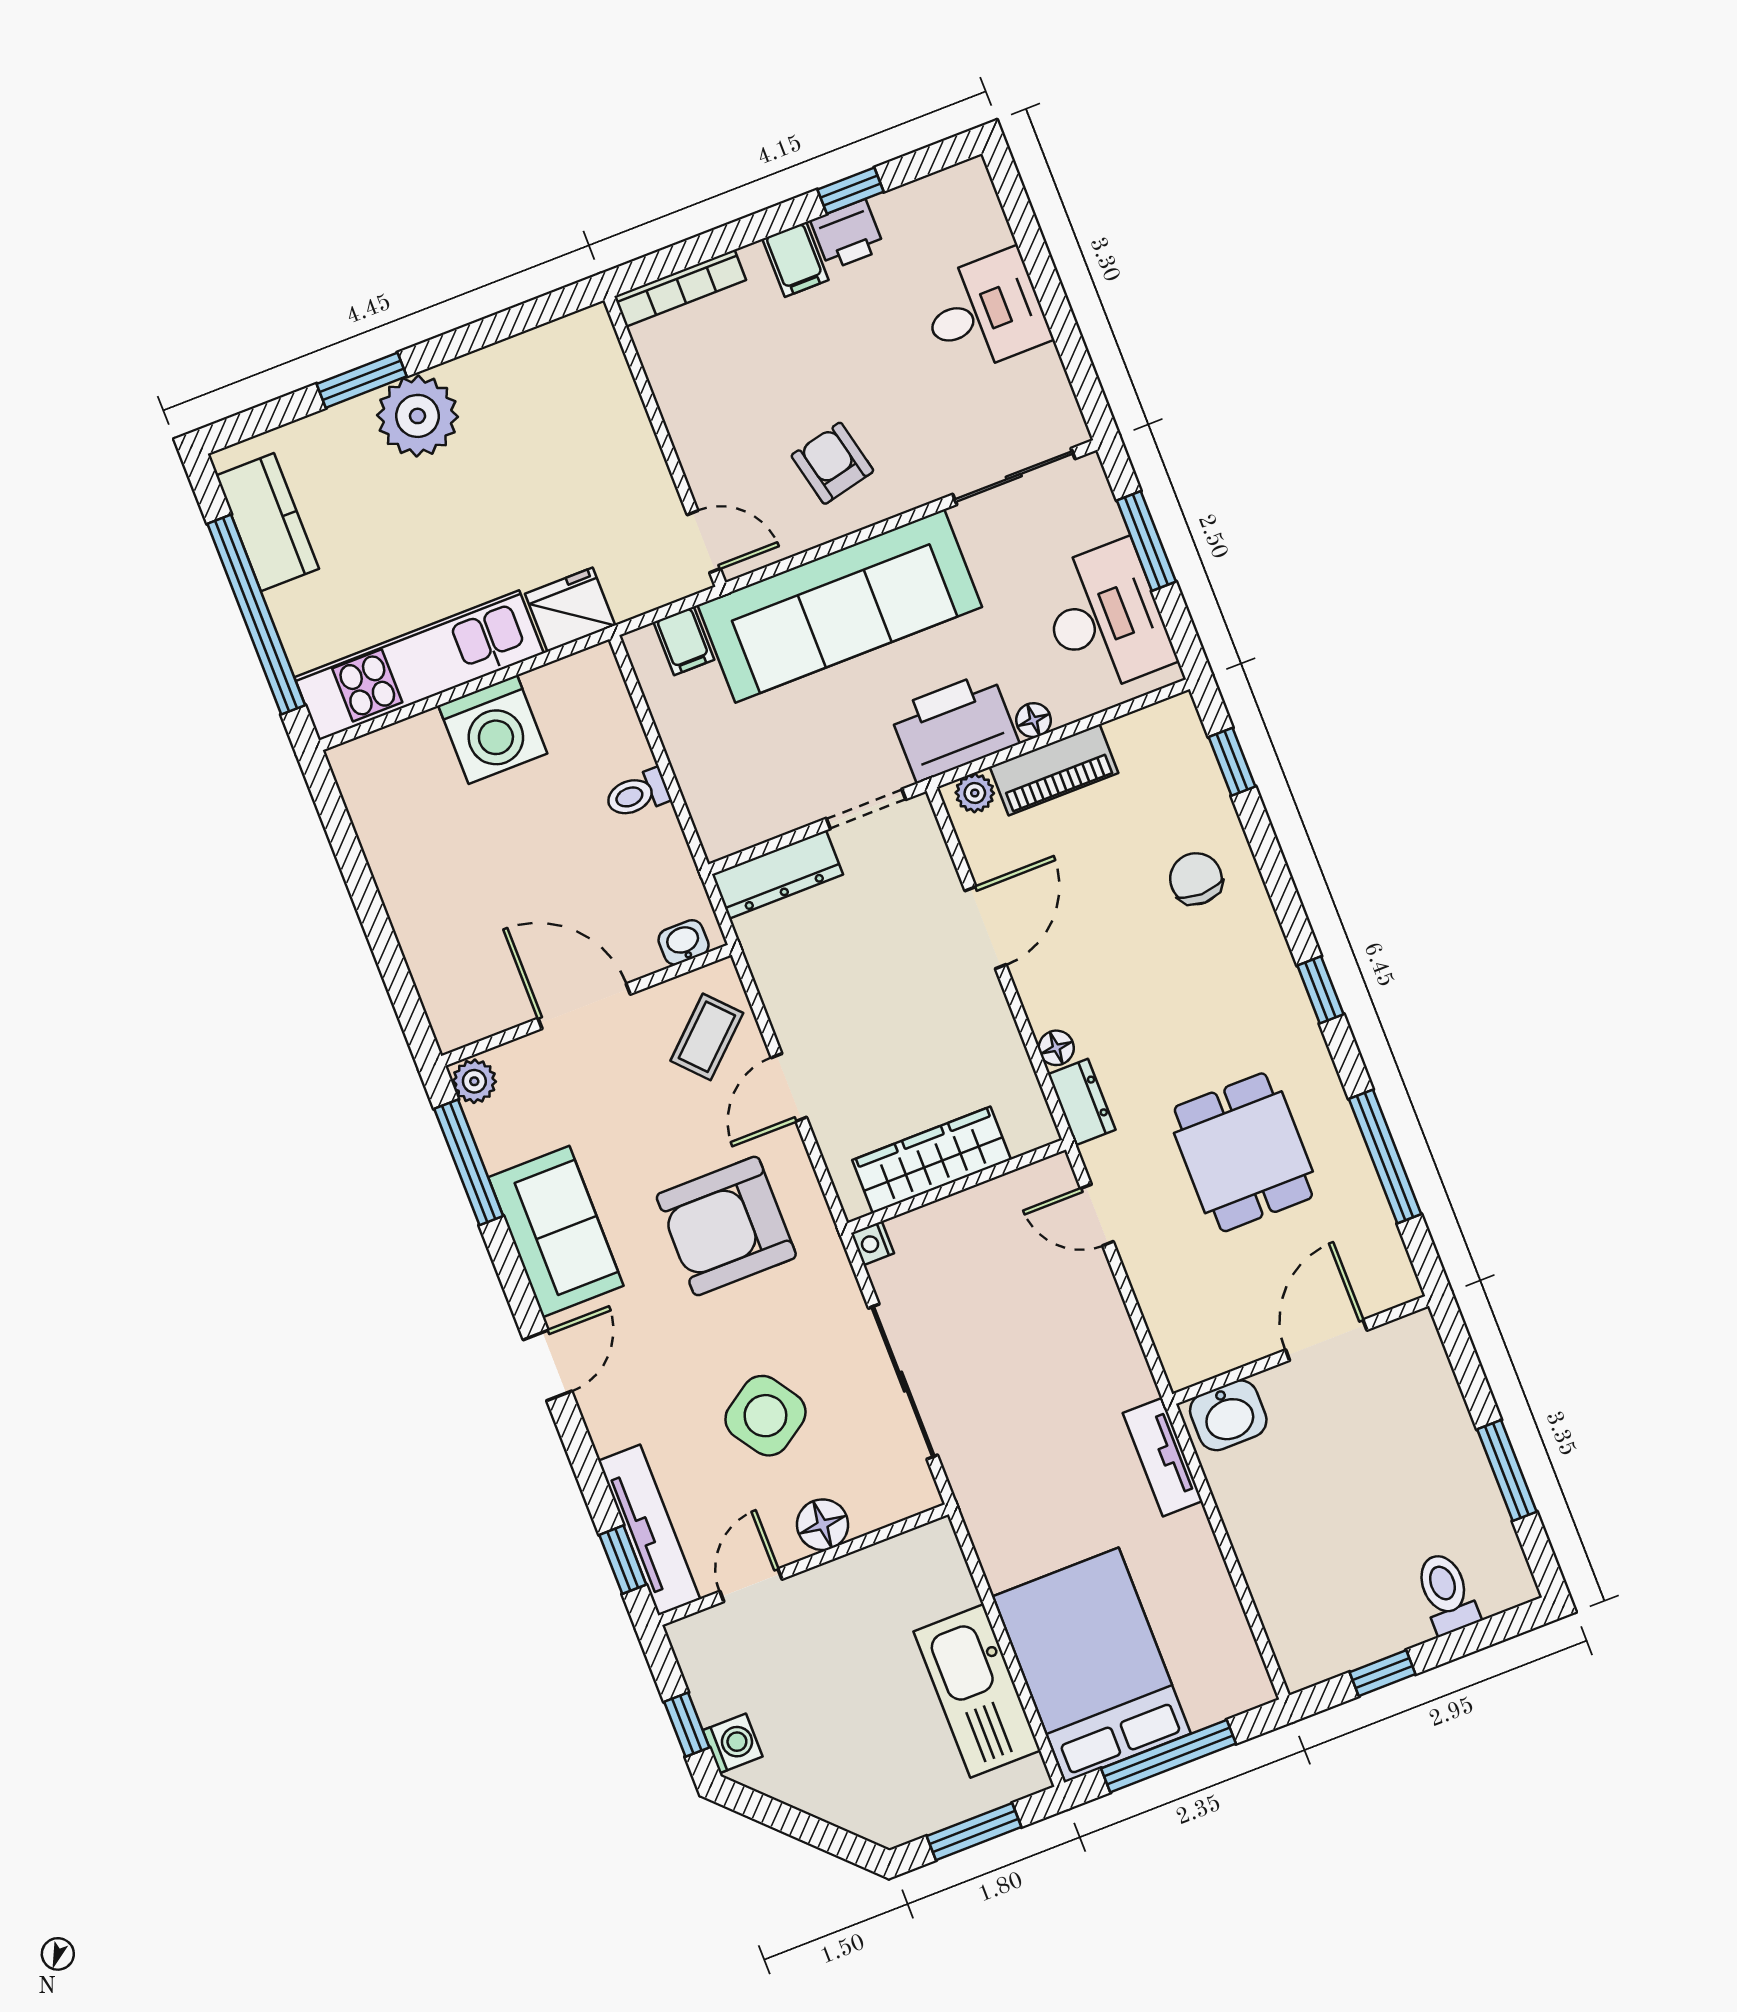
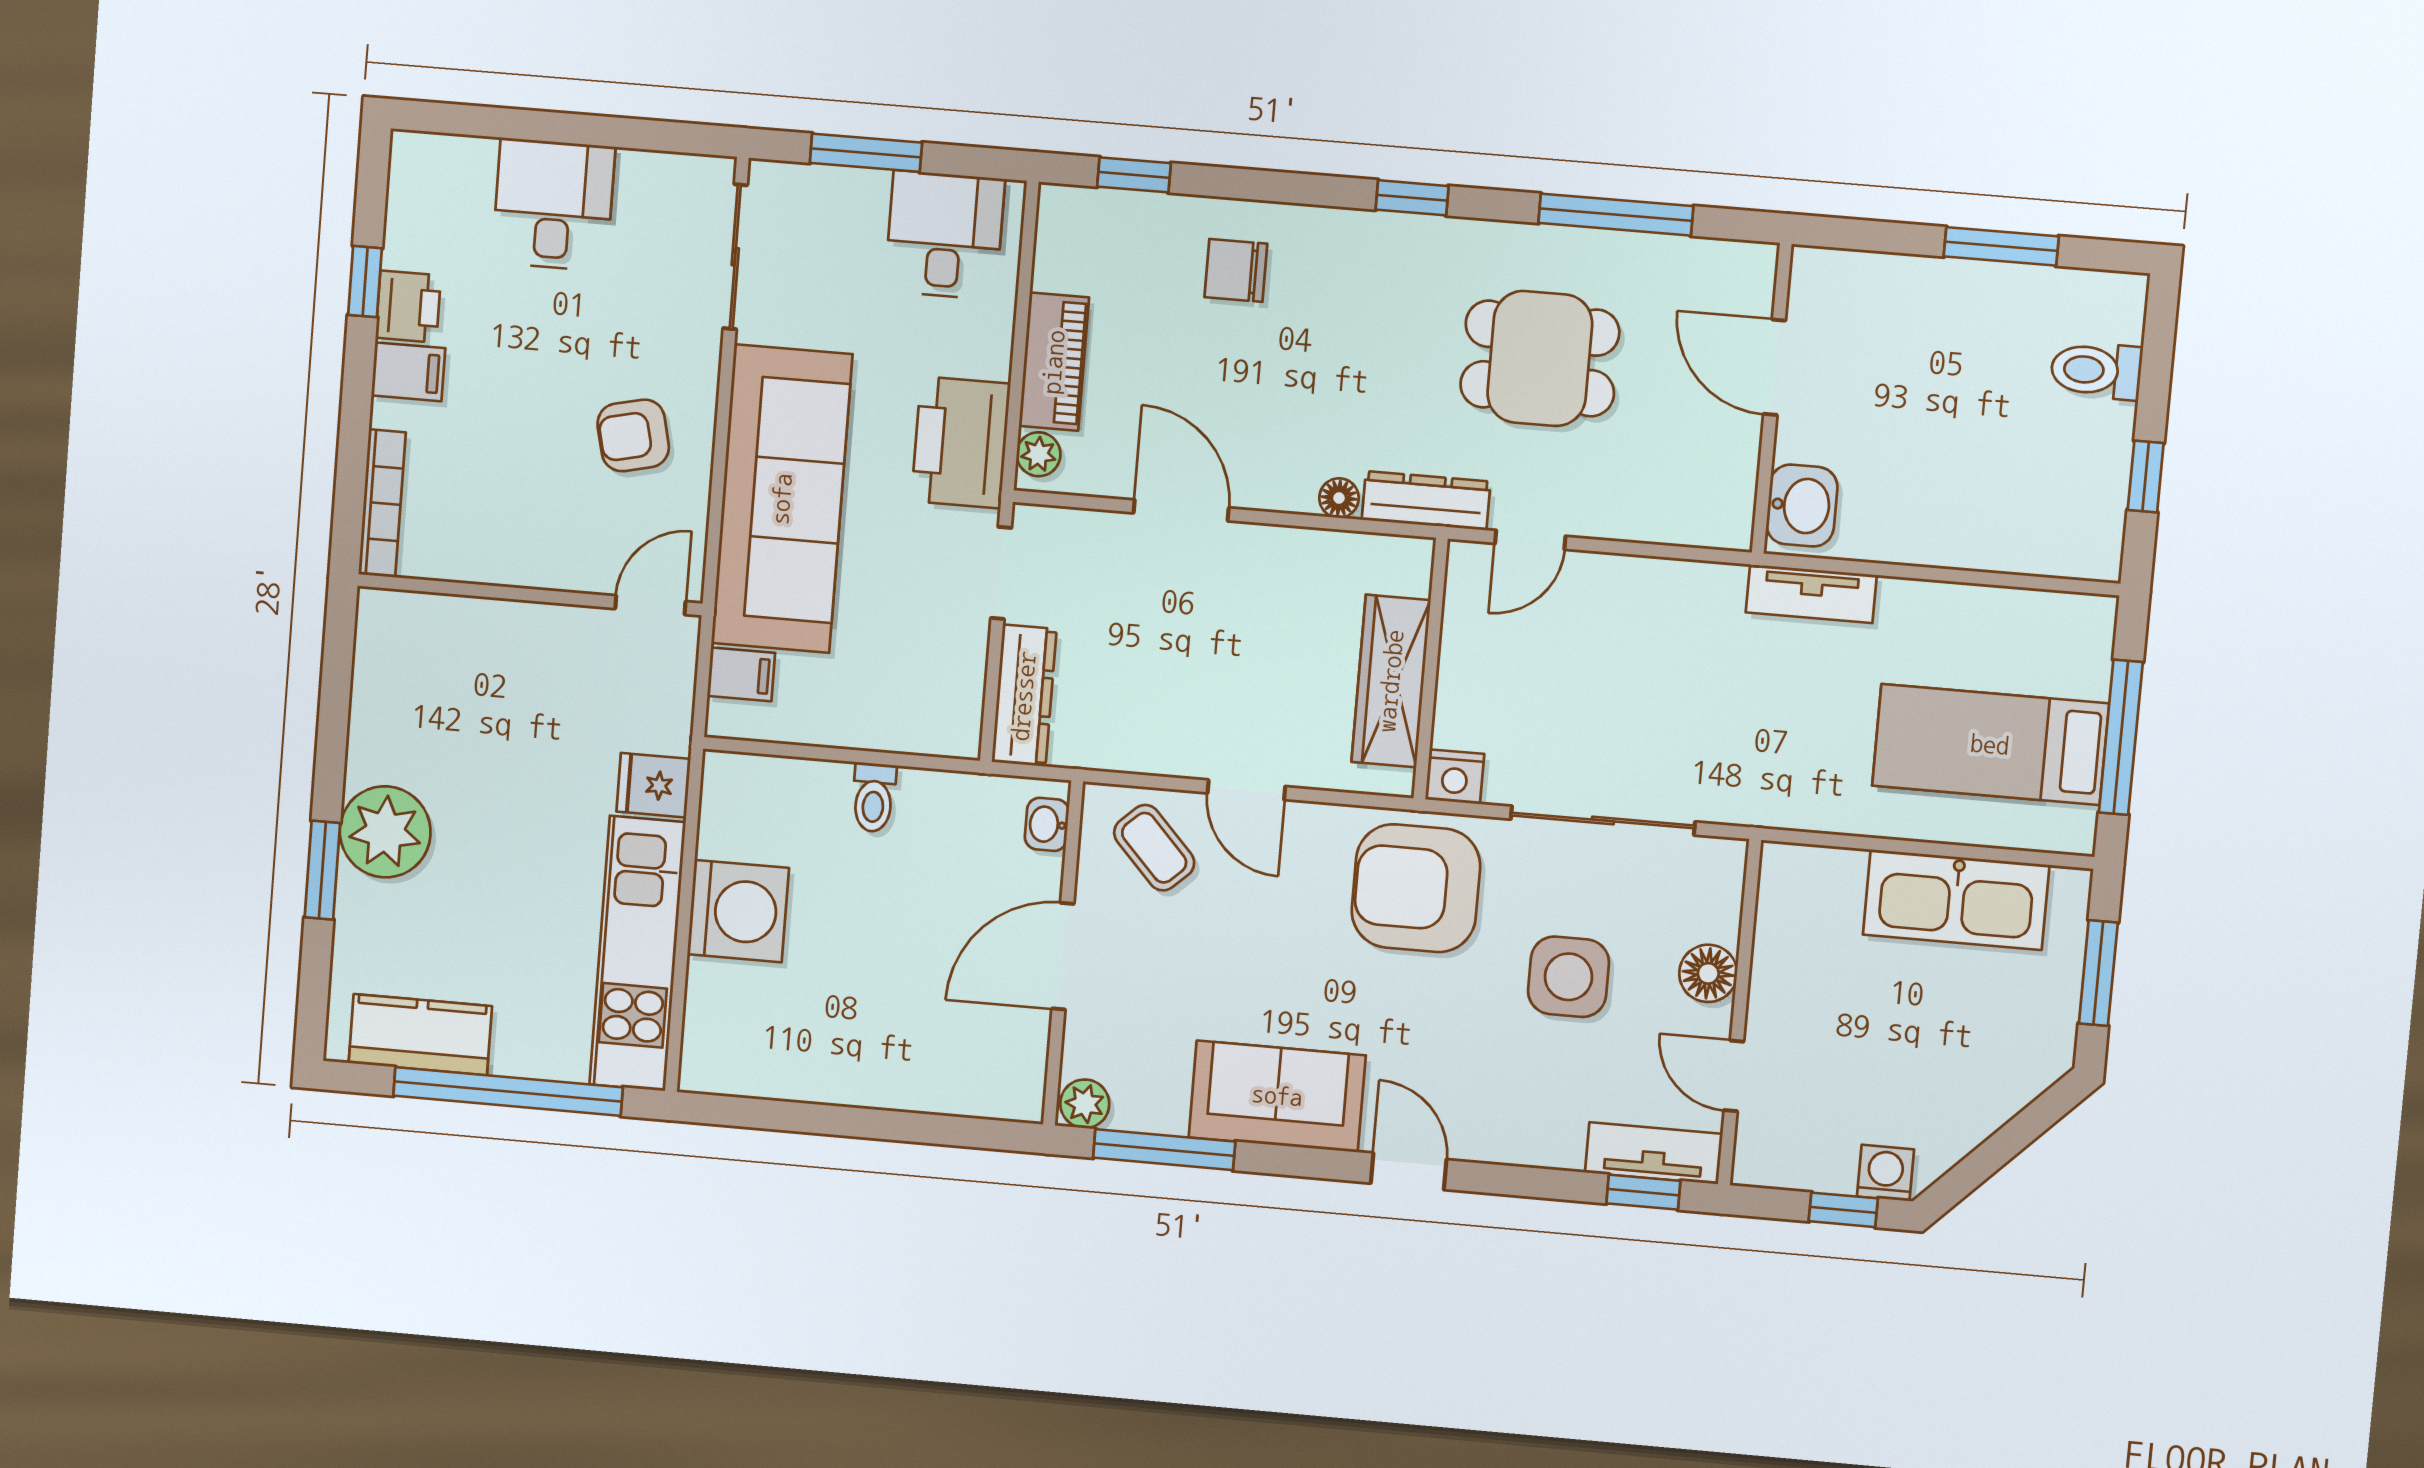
fridge: (570, 610) -> (654, 785), width x0.72
desk: (1105, 617) -> (945, 235), width x0.73
floor lamp: (1034, 720) -> (993, 358), removed
dresser: (1082, 1102) -> (1426, 501), width x1.44
armchair: (726, 1226) -> (1416, 888), moved, turned 90
nightstand: (873, 1243) -> (1455, 777), width x1.39, depth x1.35
side table: (765, 1416) -> (1568, 977), turned 34
tv unit: (649, 1530) -> (1654, 1153), width x0.71
bed: (1092, 1665) -> (1990, 745), width x0.67

